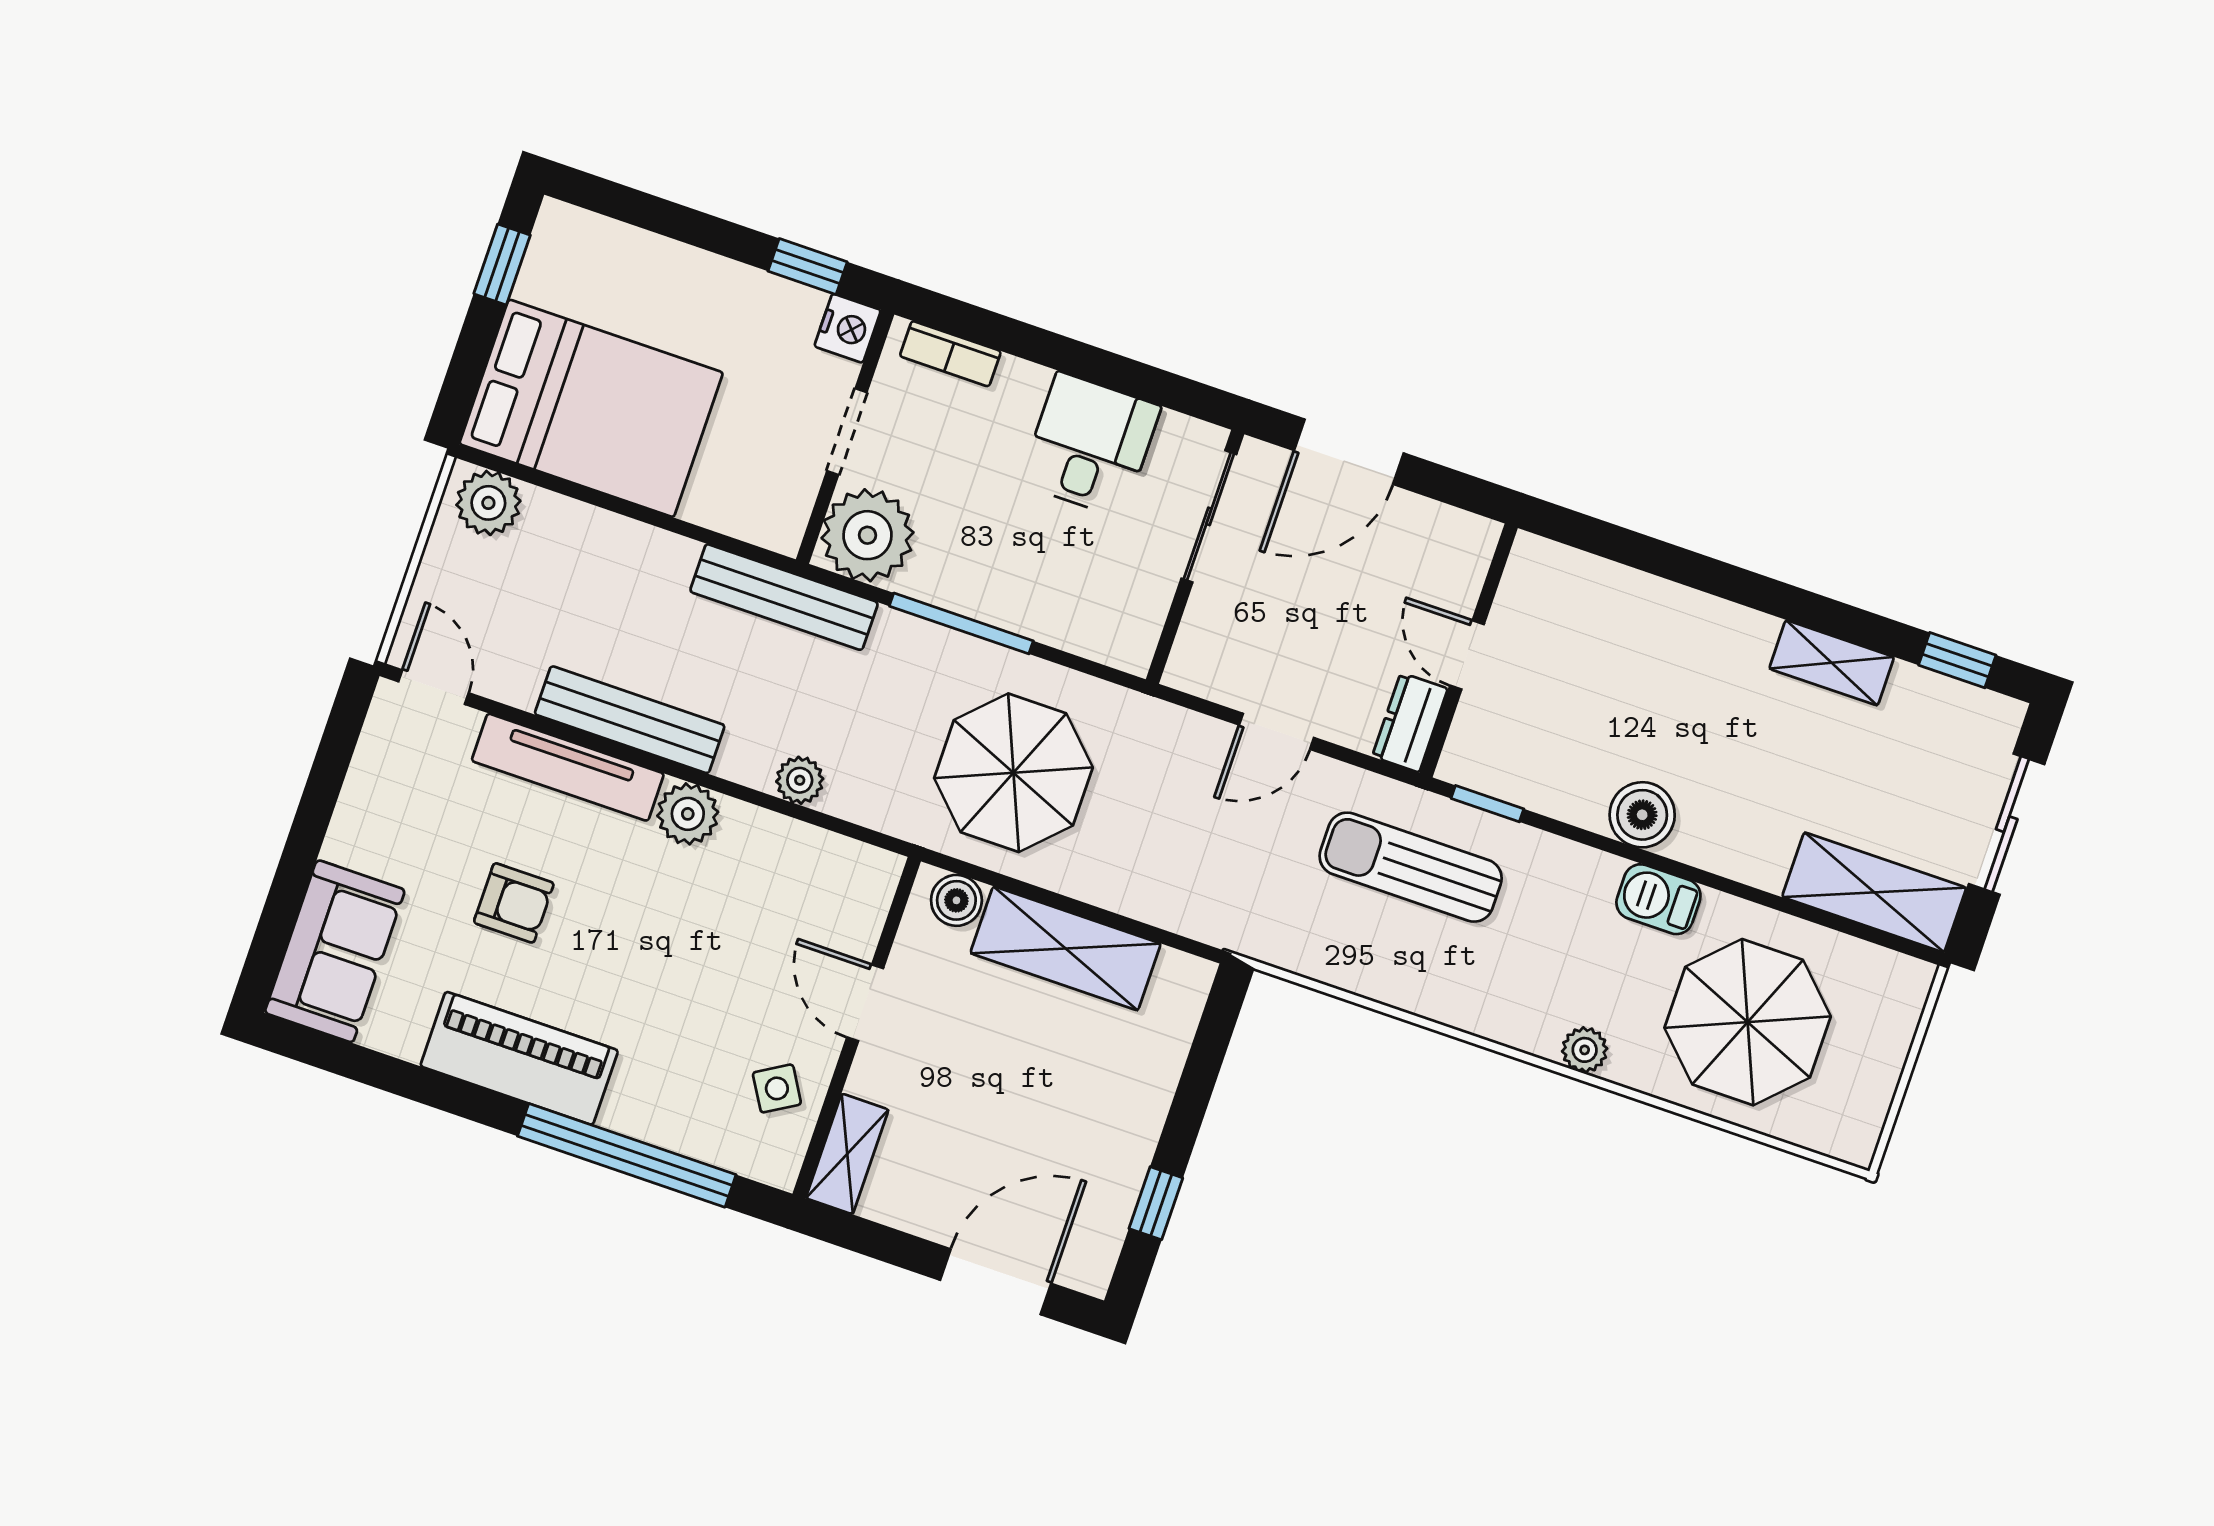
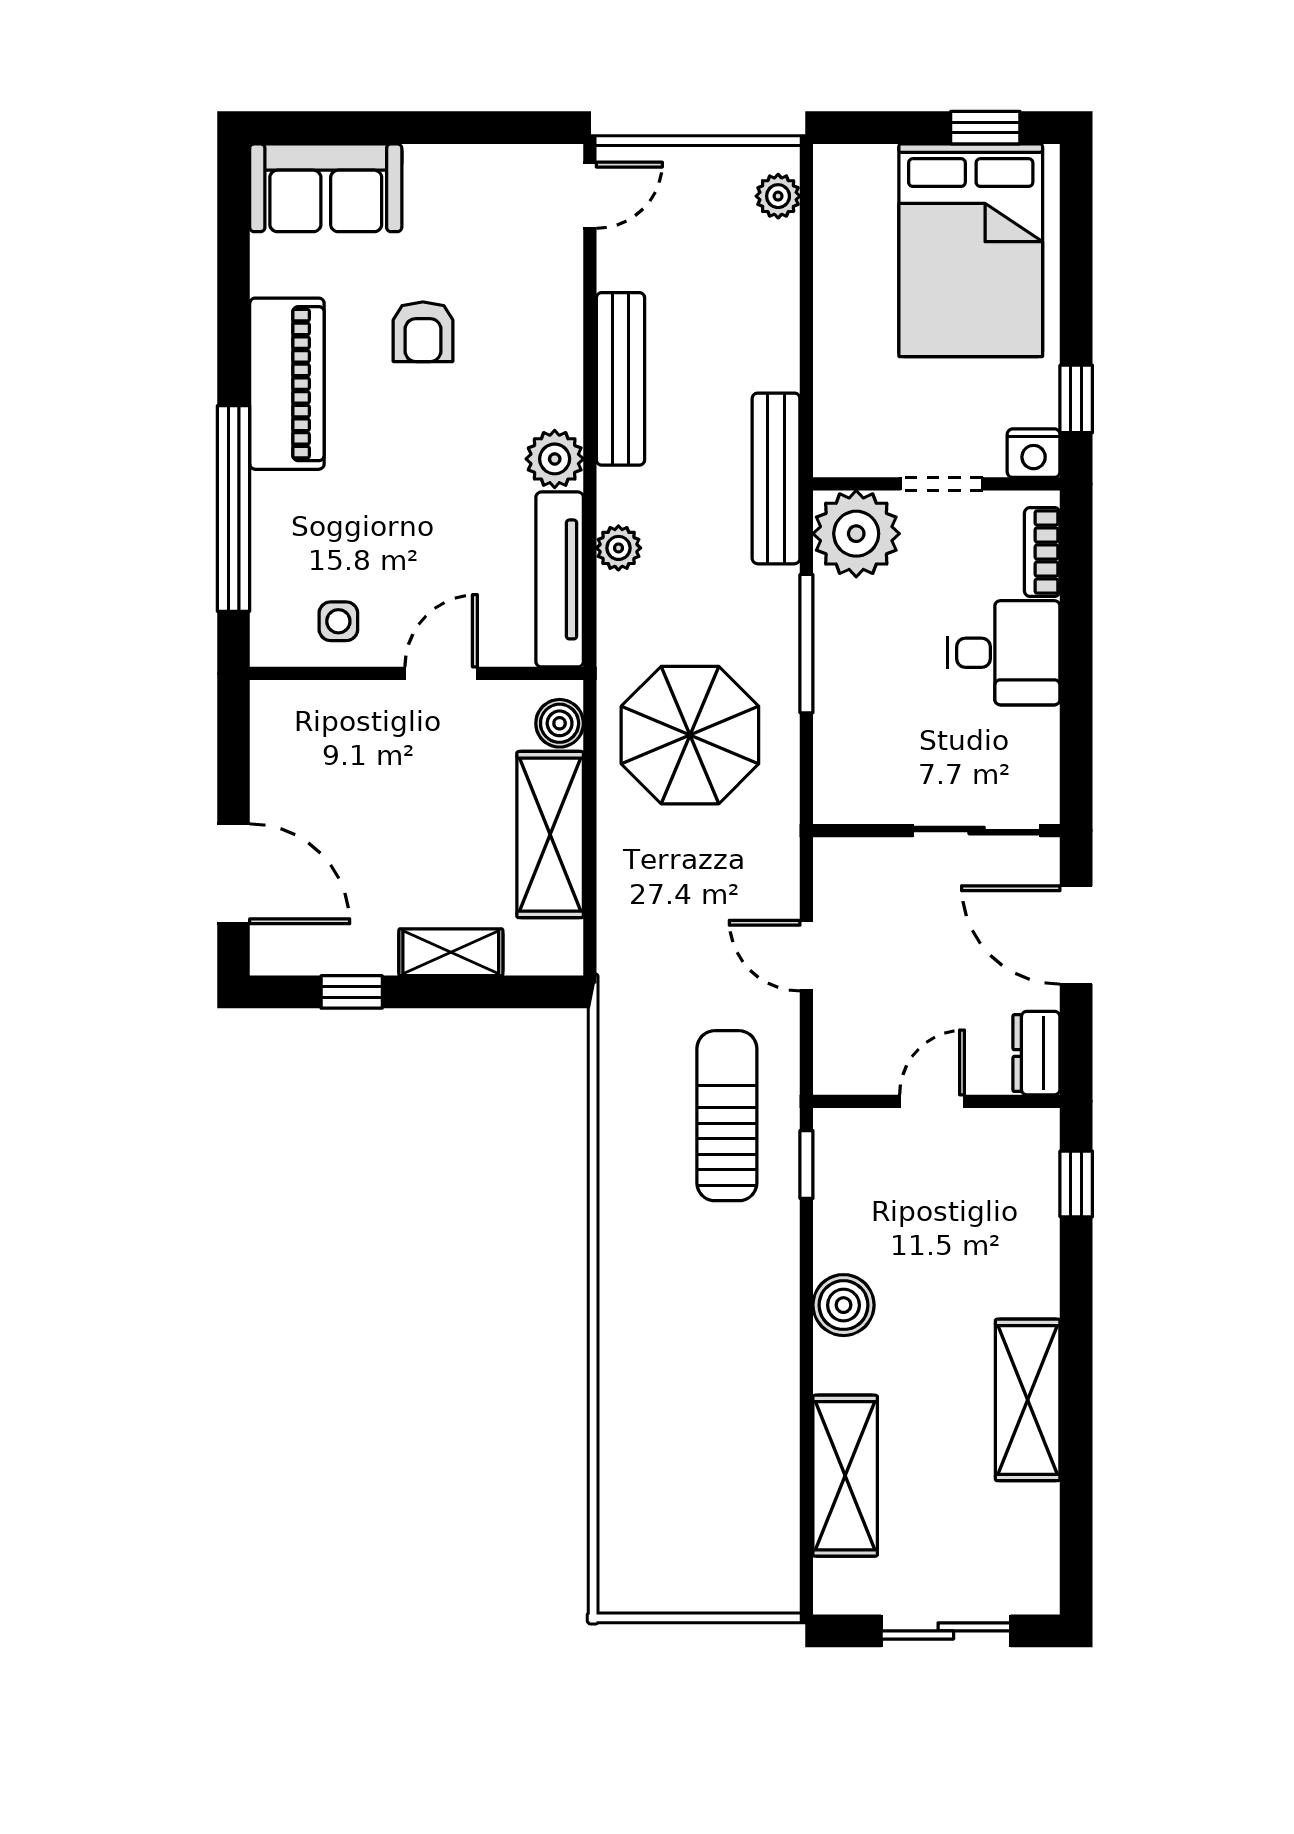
bed: (591, 408) -> (971, 250), moved
desk: (1090, 445) -> (1004, 653), moved
plant: (488, 503) -> (778, 196), width x0.73, depth x0.73
window: (1957, 660) -> (1076, 1184), moved
shelving: (1832, 663) -> (1028, 1400), width x1.50, depth x1.33
dresser: (1410, 723) -> (1036, 1053), moved, turned -90
tv unit: (568, 767) -> (560, 579), moved
shelving: (1874, 892) -> (845, 1476), moved
barbecue: (1658, 899) -> (774, 1345), removed
parasol: (1748, 1022) -> (692, 1461), removed
plant: (1585, 1050) -> (618, 1325), removed
side table: (777, 1088) -> (338, 621), turned 31
shelving: (847, 1154) -> (451, 952), moved

